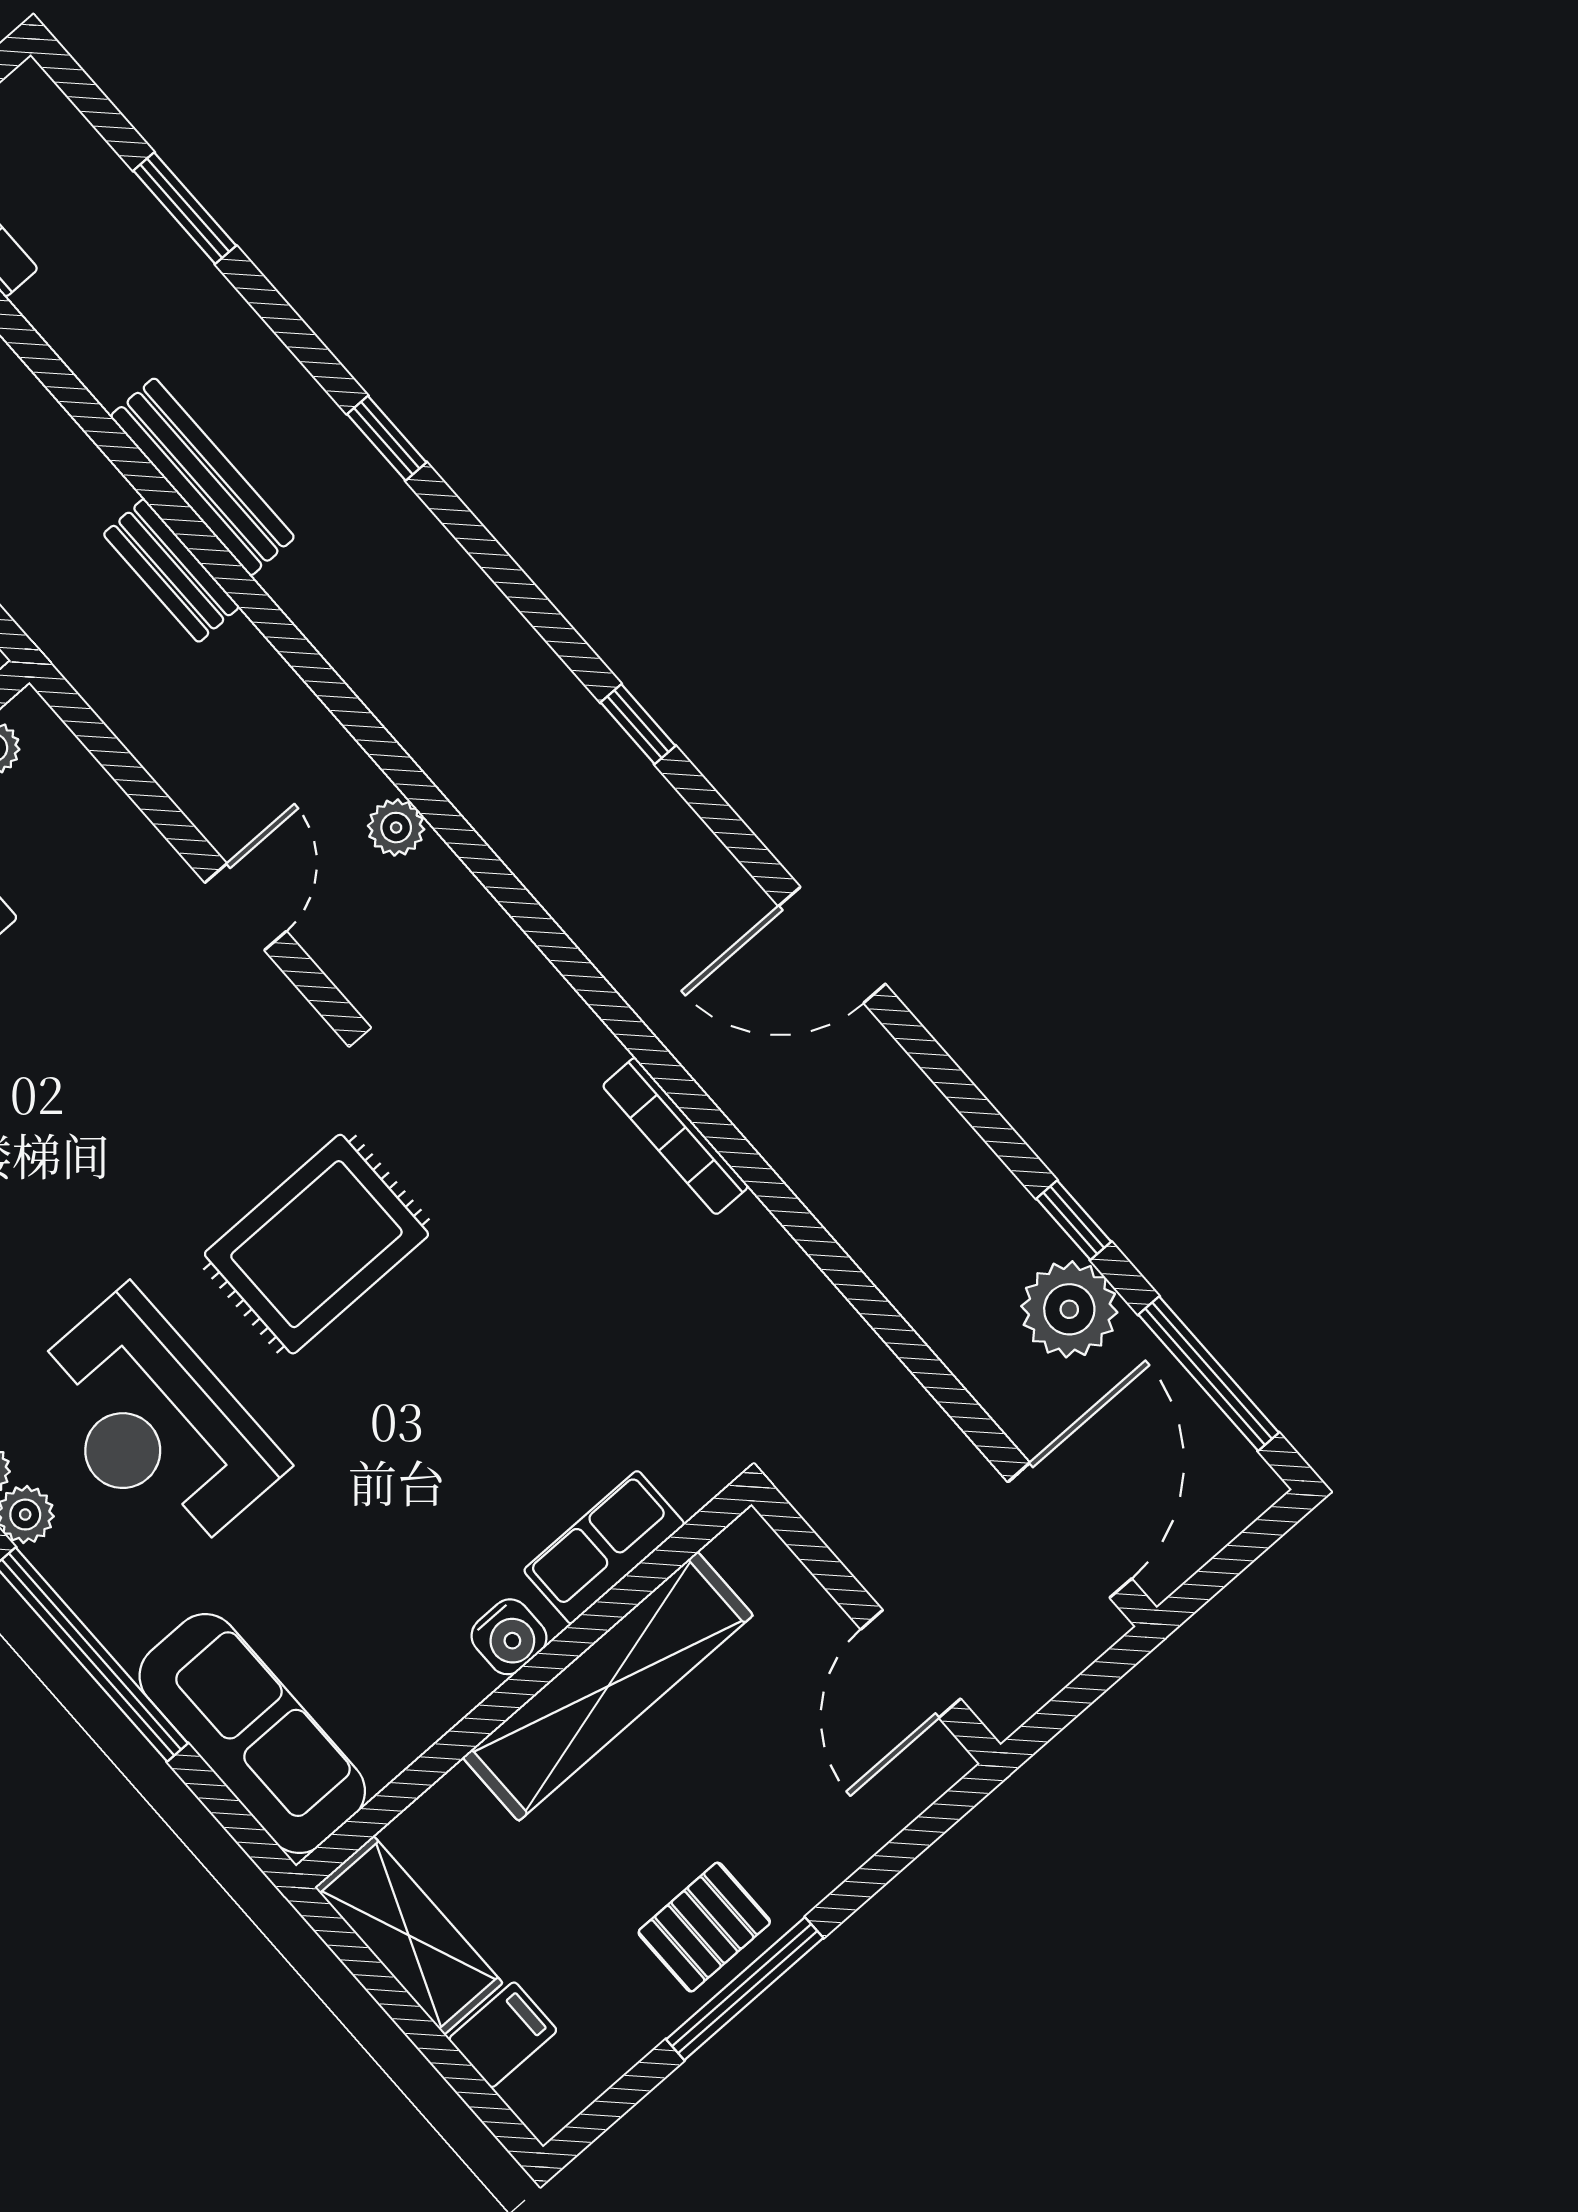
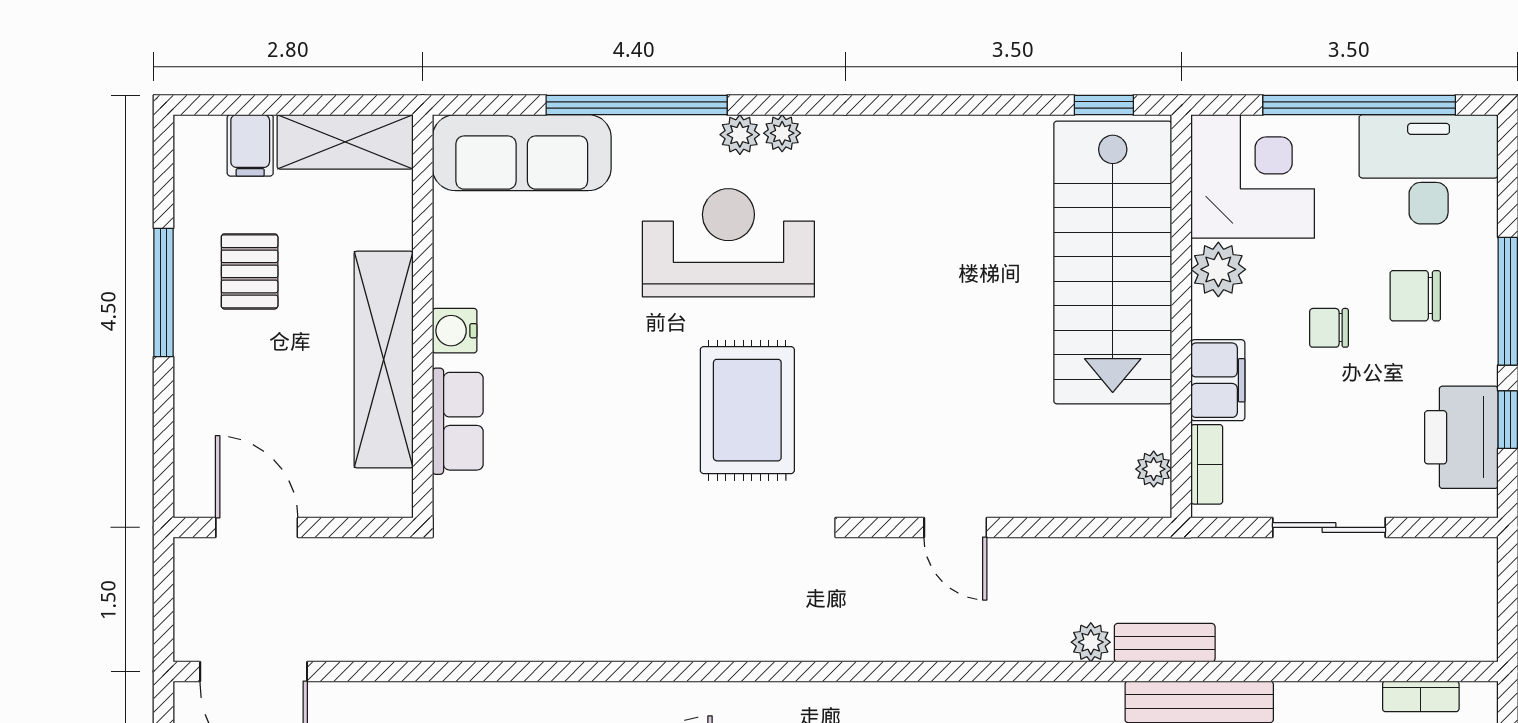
plant: (396, 828) -> (1091, 642), moved
bookcase: (675, 1136) -> (639, 647), removed
pallet: (704, 1927) -> (250, 271), moved

